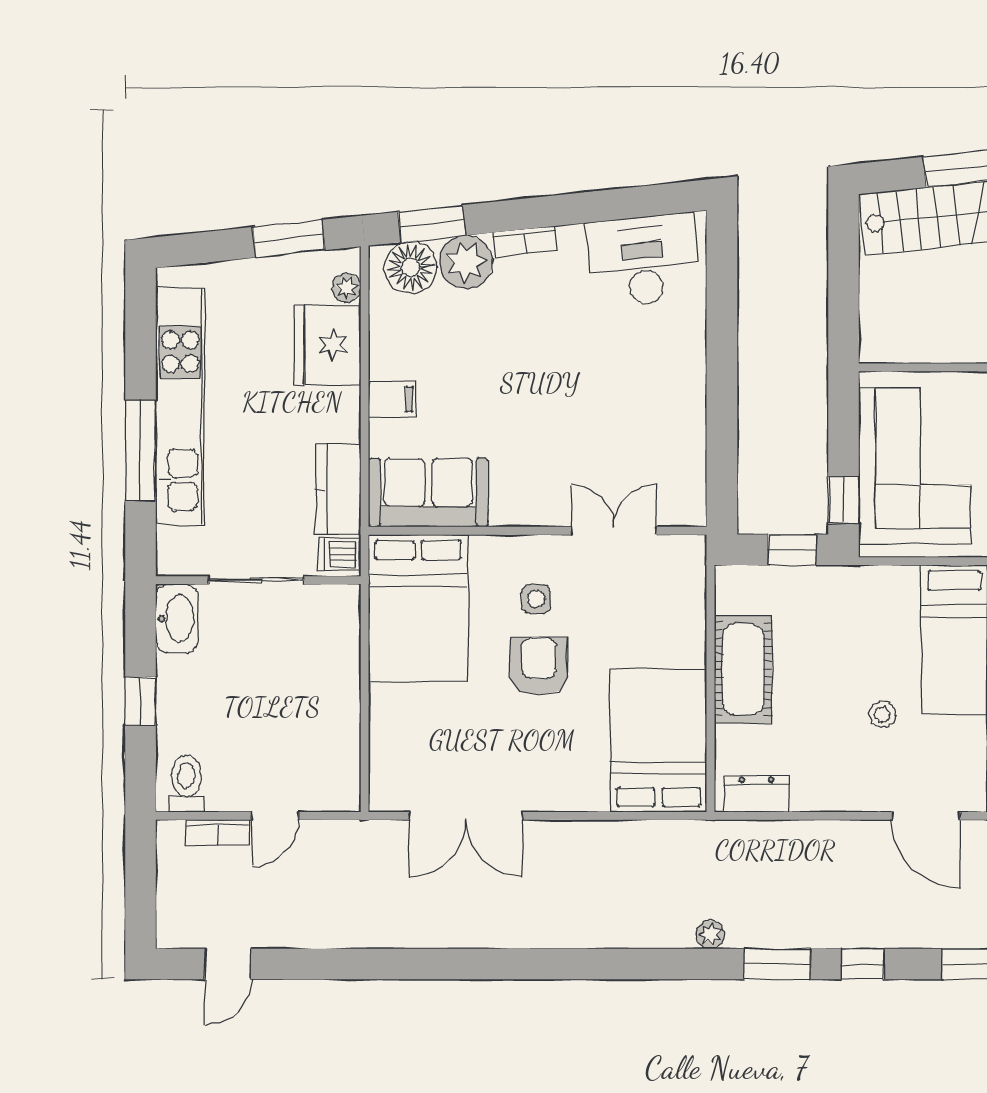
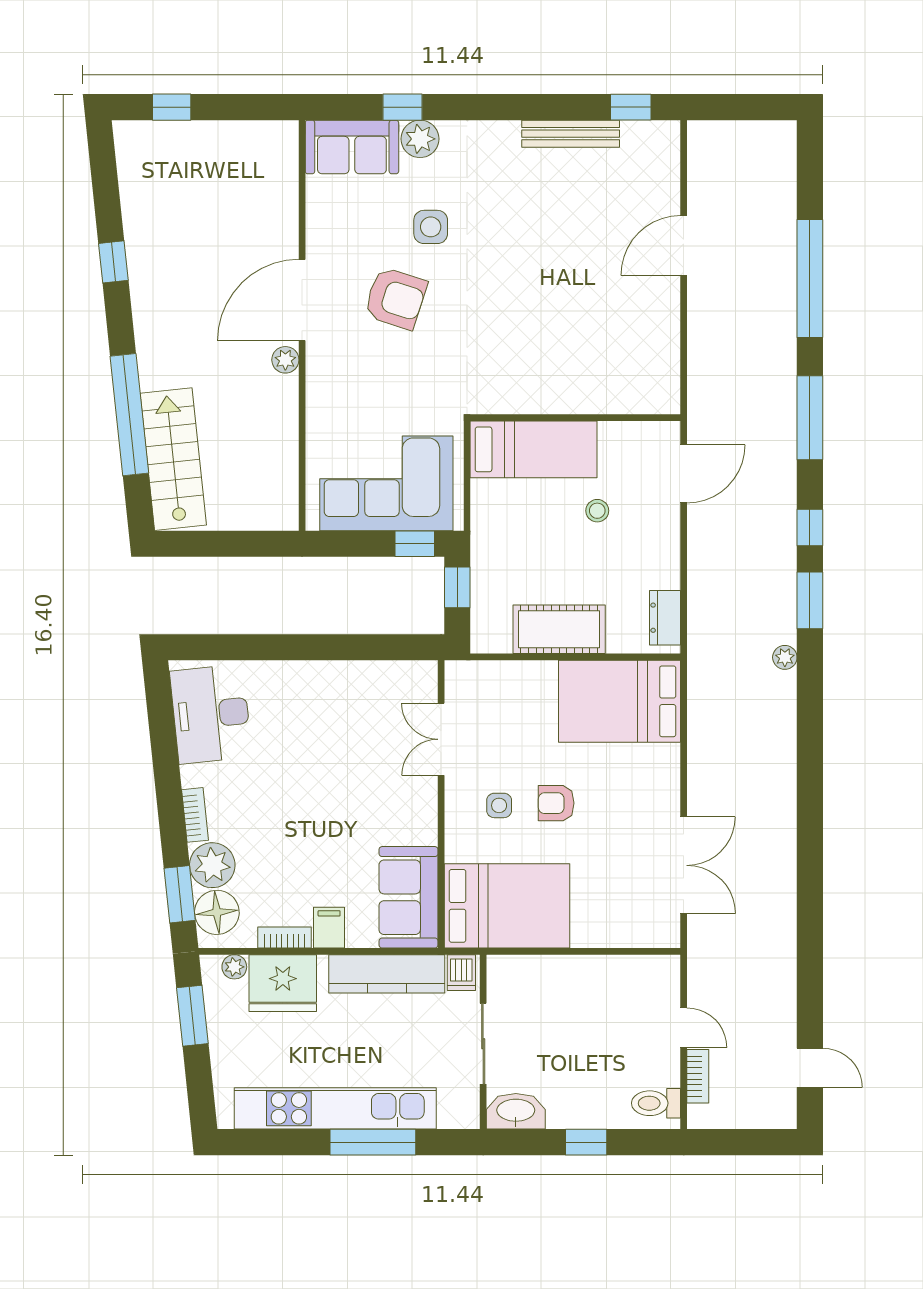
bookcase: (381, 347) -> (285, 937), added
kitchen counter: (338, 490) -> (387, 974), width x1.50
armchair: (539, 666) -> (556, 803), width x0.72, depth x0.72

